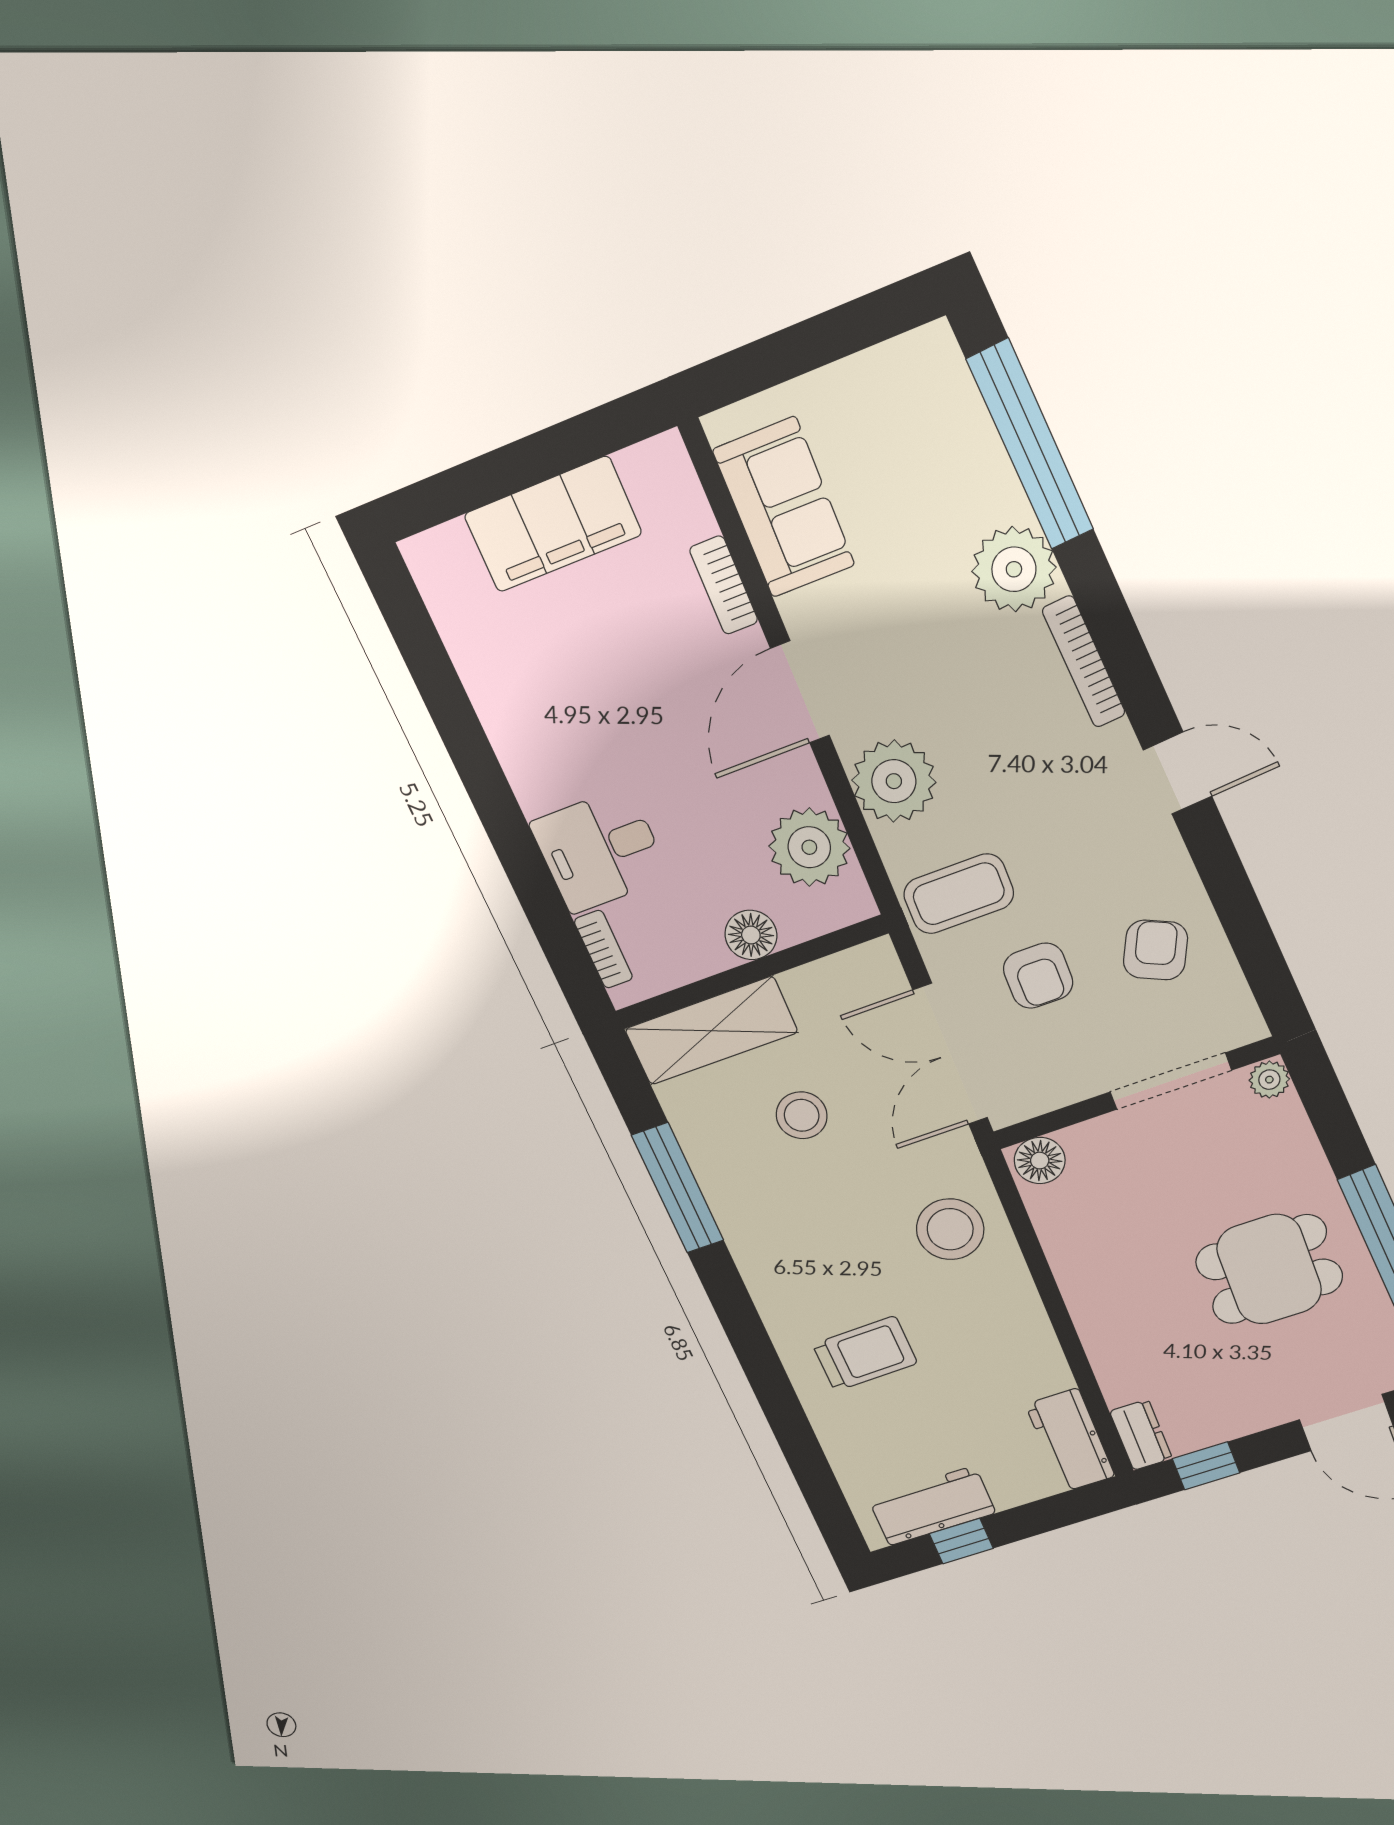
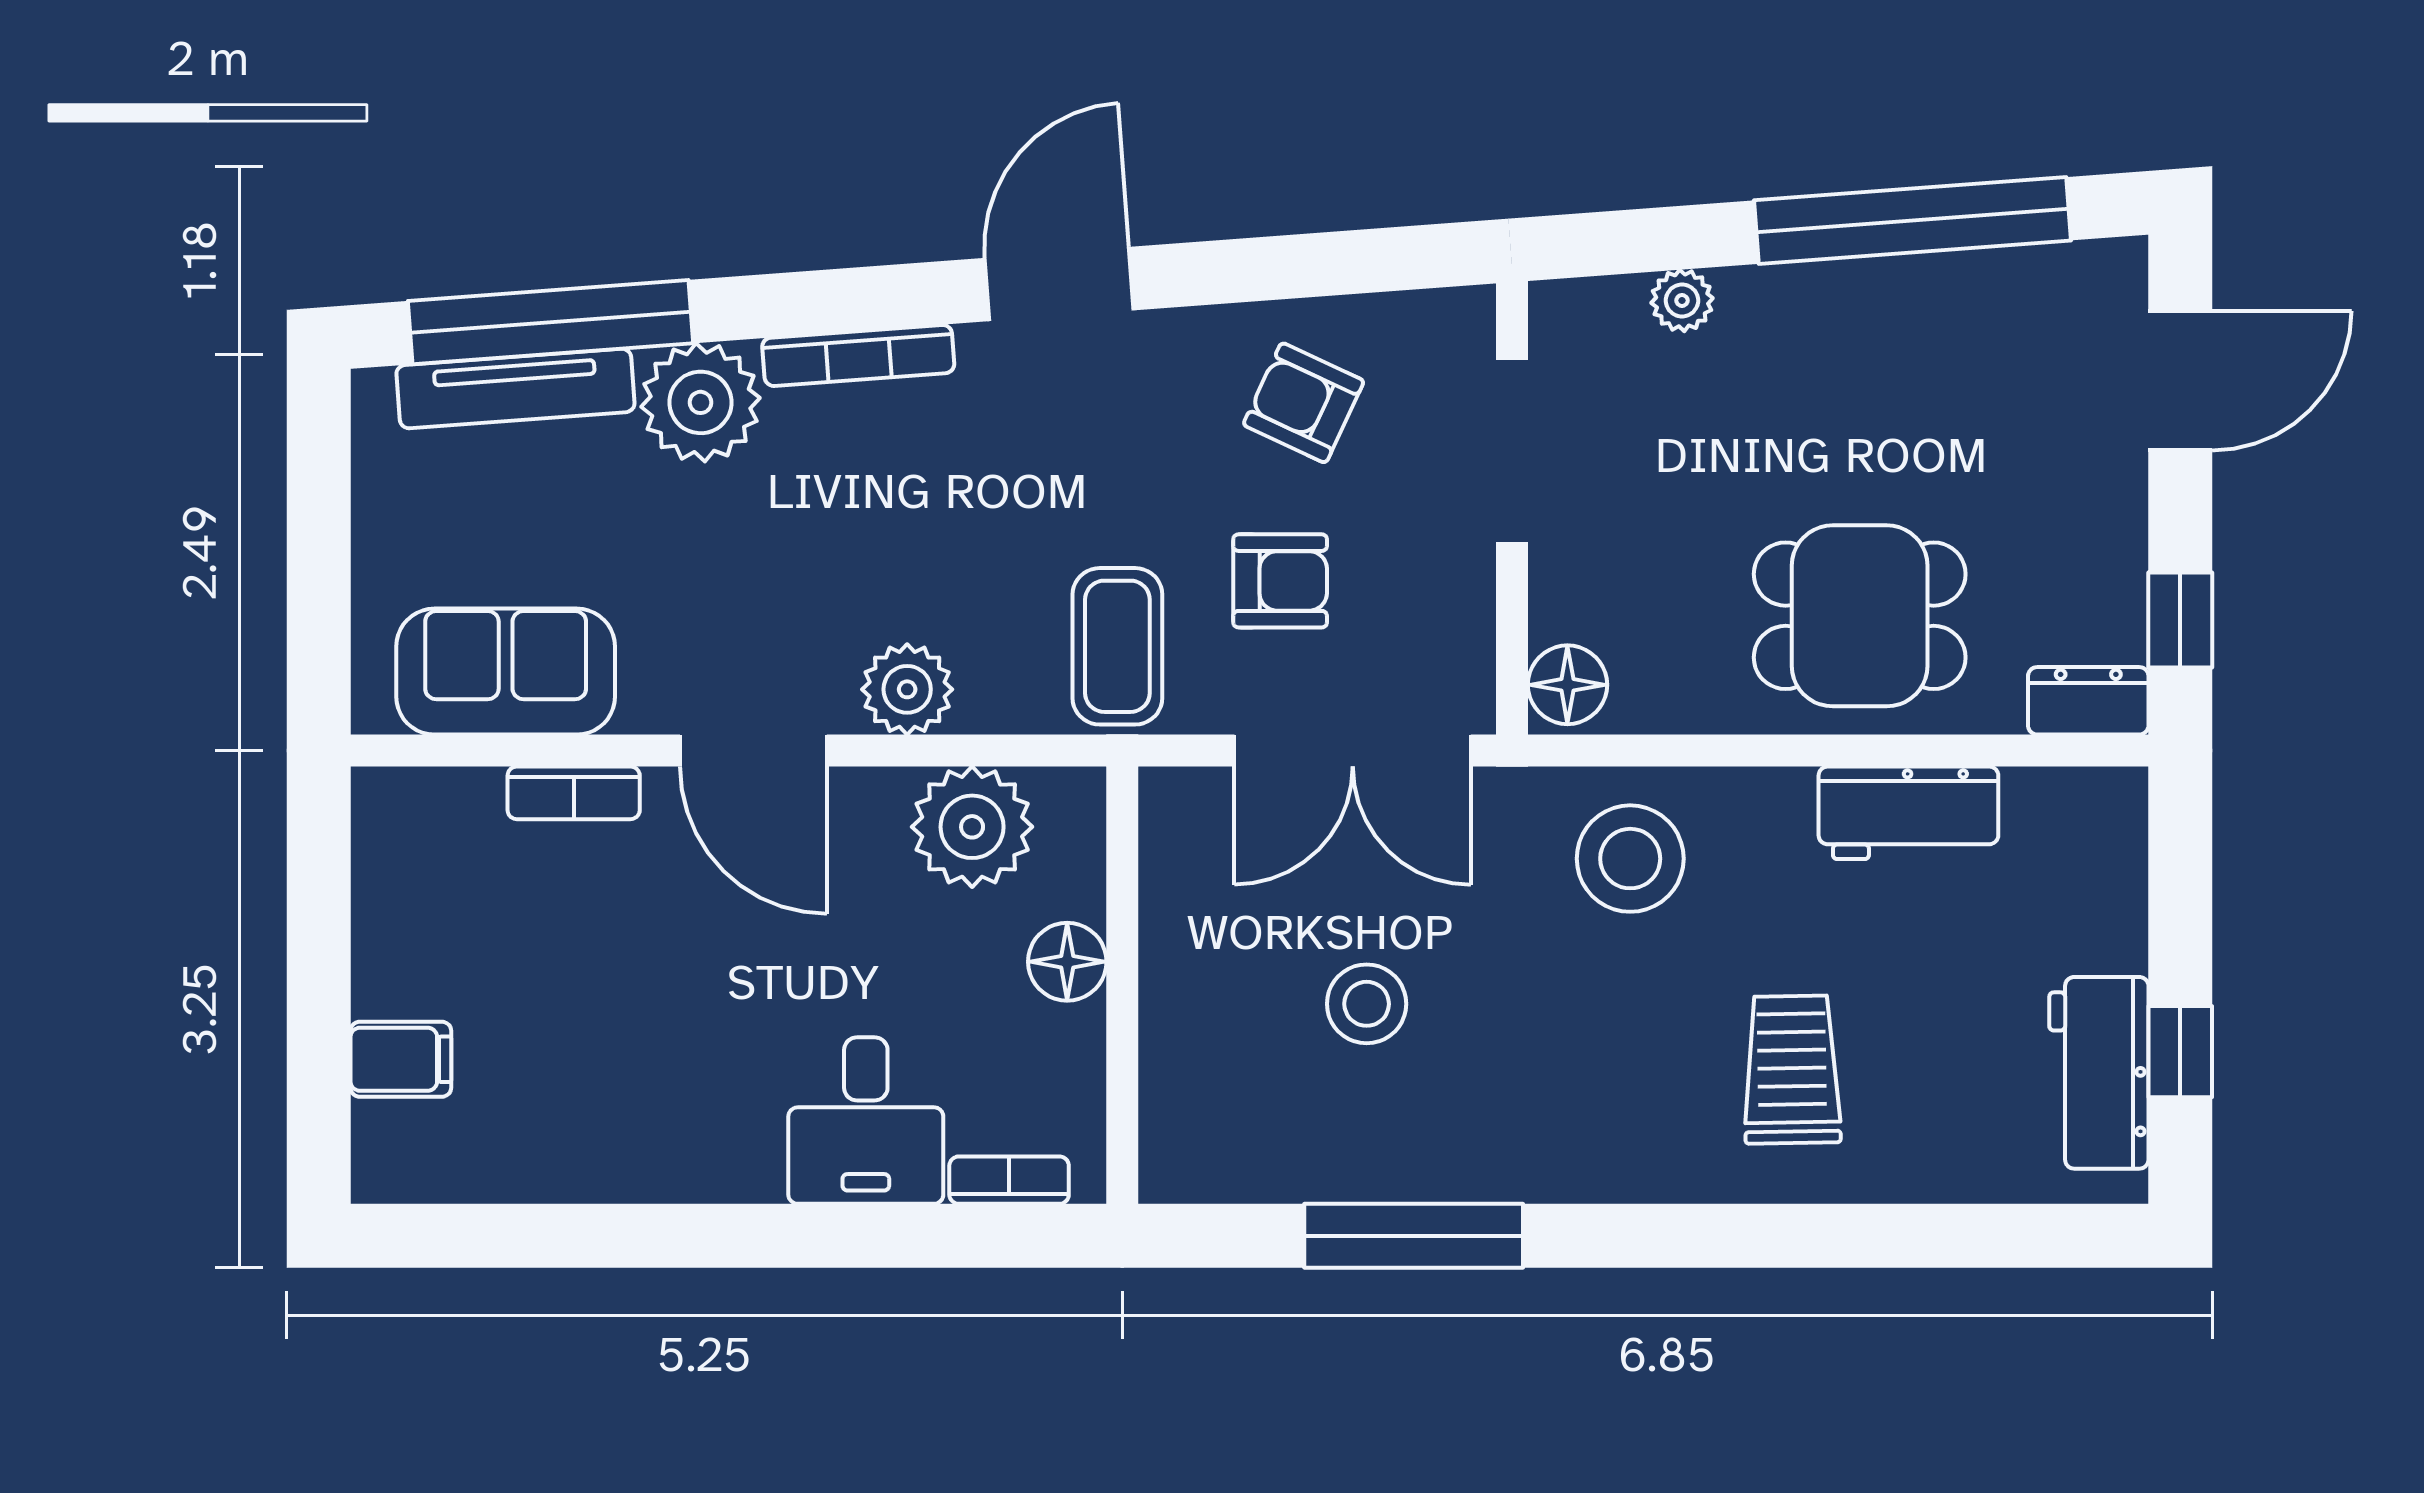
tv unit: (976, 439) -> (515, 389), added
filing cabinet: (553, 524) -> (401, 1059), width x0.33, depth x0.86
door: (1178, 773) -> (1059, 284), width x1.38
plant: (894, 781) -> (907, 689), width x0.73, depth x0.73
shelving: (711, 1031) -> (1188, 1080), removed
plant: (1269, 1080) -> (1682, 300), moved
dining table: (1269, 1269) -> (1860, 616), moved, turned 90
workbench: (1070, 1440) -> (1908, 813), moved

